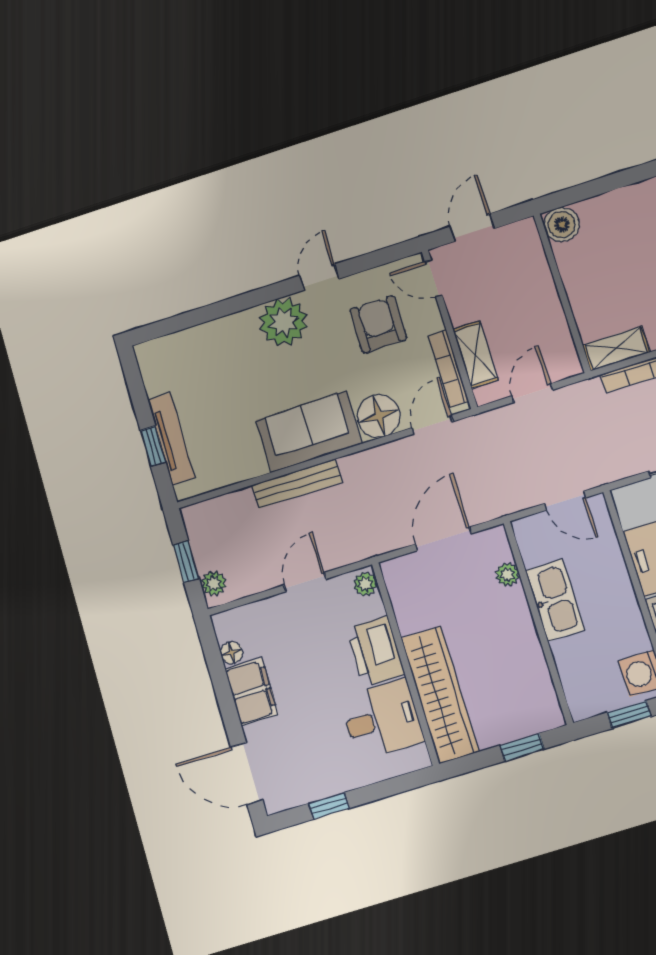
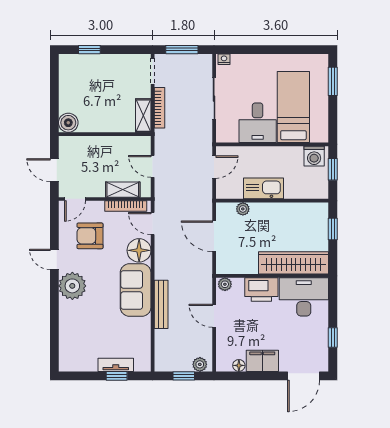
tv unit: (171, 439) -> (116, 365), width x0.71
desk: (382, 720) -> (304, 297), width x1.37

